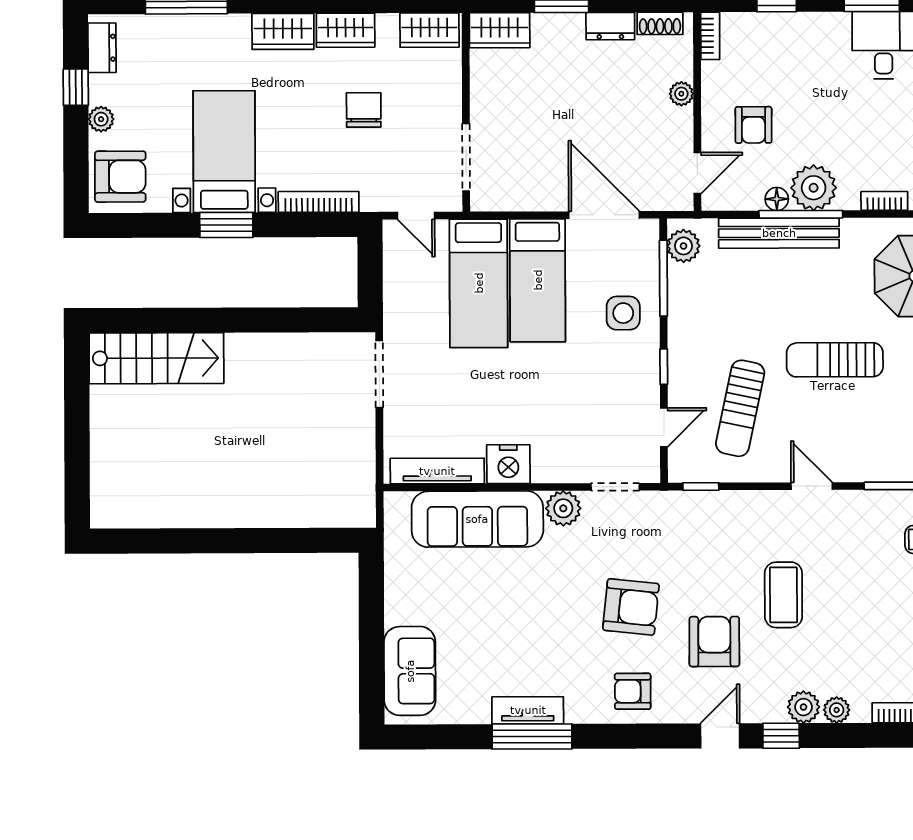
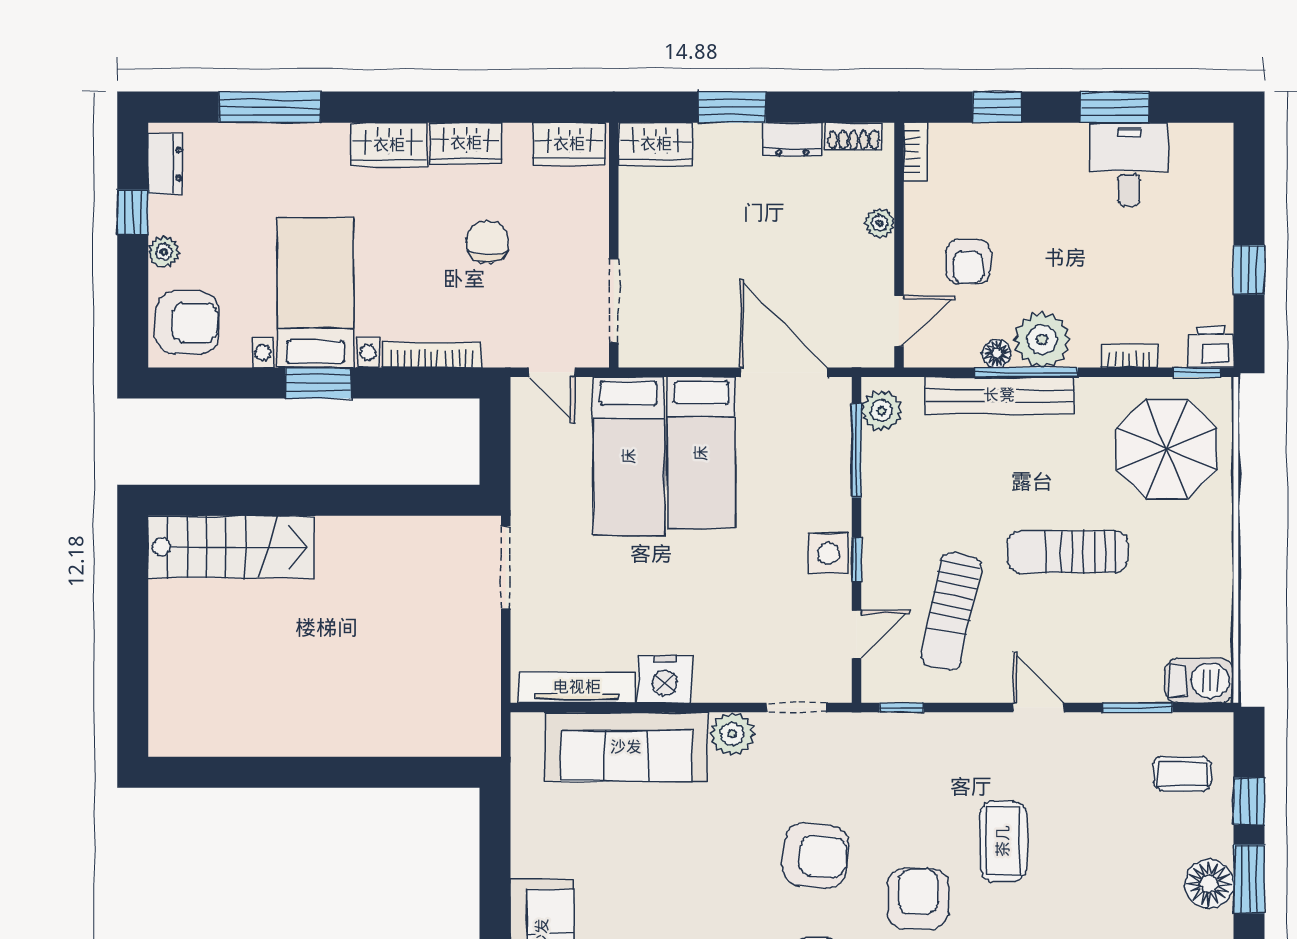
side table: (623, 313) -> (828, 554), moved

